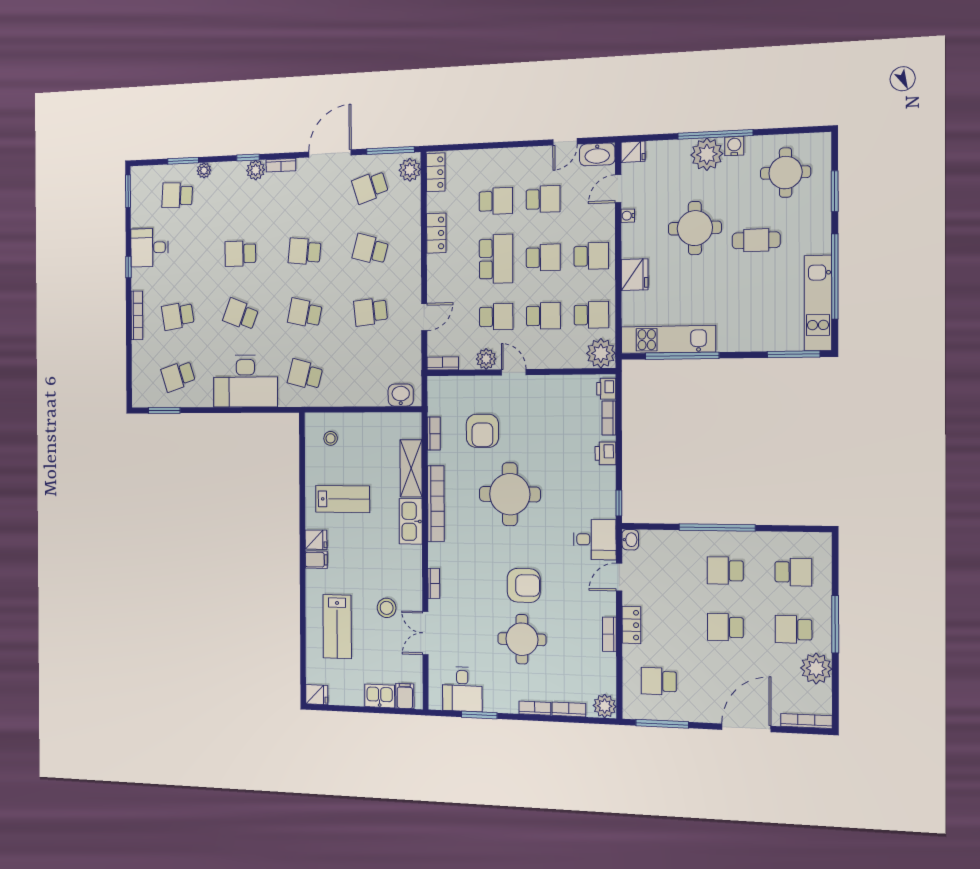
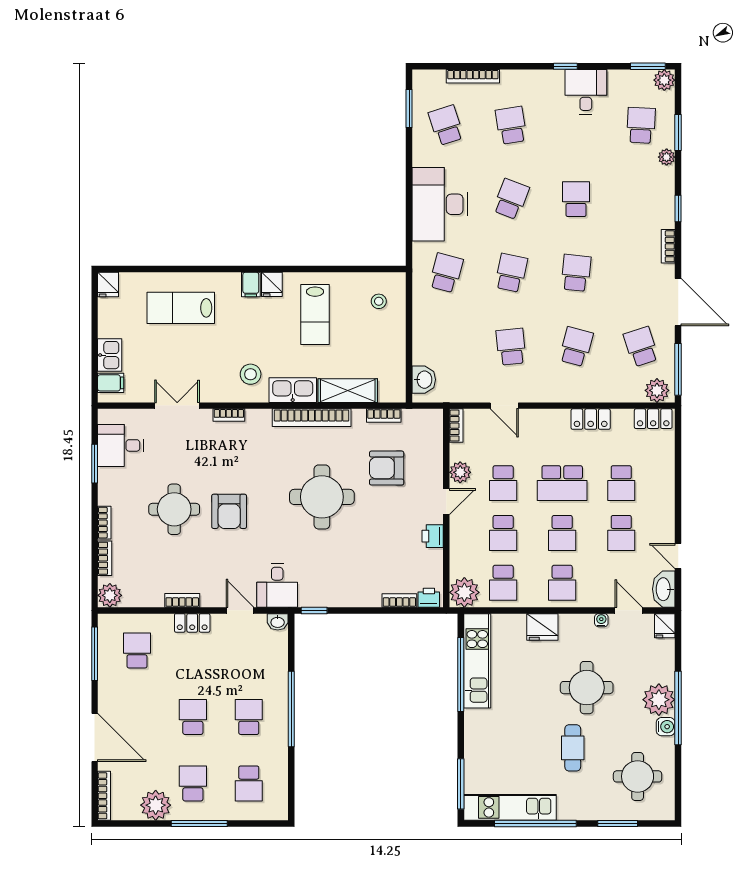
plant: (256, 170) -> (664, 80), moved
bookcase: (137, 315) -> (473, 76), moved
printer: (605, 453) -> (433, 536), moved, turned -90
stool: (387, 608) -> (251, 374), moved

